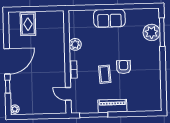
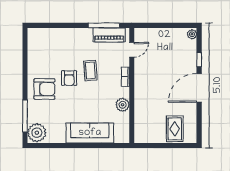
sofa: (109, 18) -> (90, 133), width x1.36
plant: (152, 32) -> (37, 133), moved
armchair: (145, 57) -> (44, 89), added
door: (68, 94) -> (132, 50), hinge flipped
piano: (112, 106) -> (109, 35), moved

